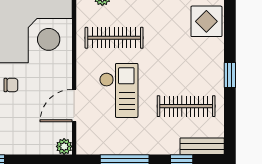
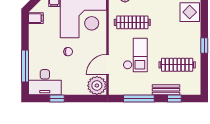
plant: (64, 146) -> (97, 86), width x1.88, depth x1.88
bench: (202, 146) -> (166, 90), moved

